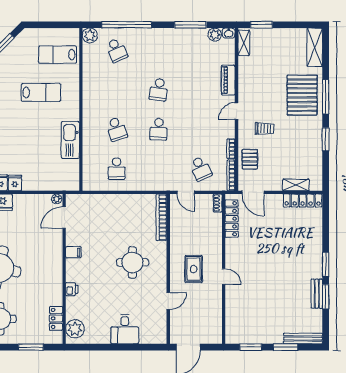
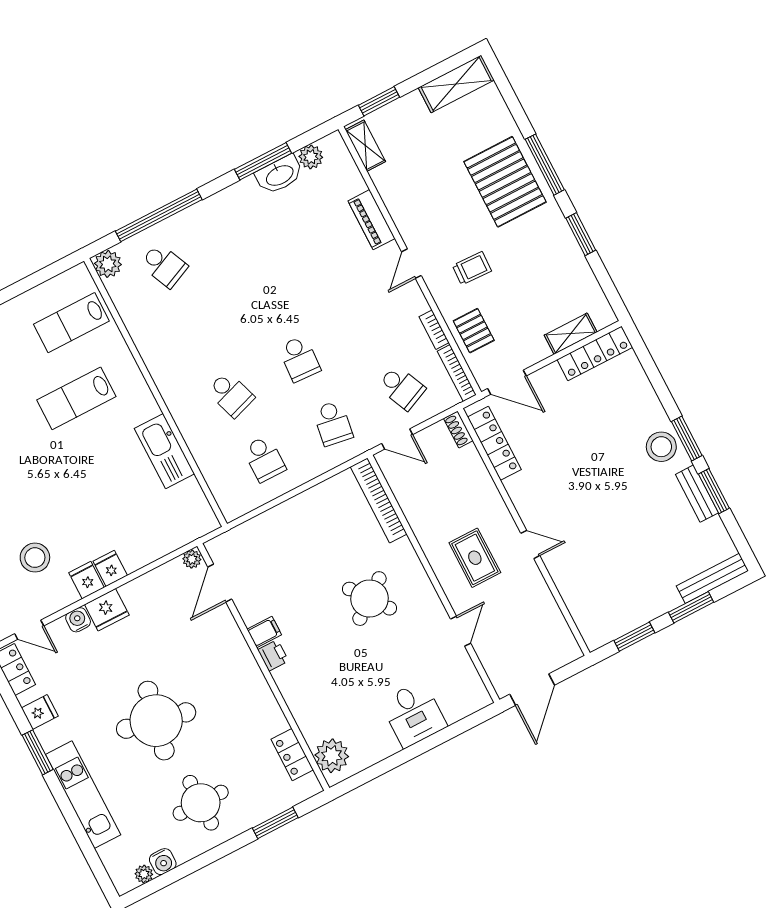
washbasin: (229, 33) -> (279, 175), moved, width x1.91, depth x1.45
shelving: (315, 47) -> (456, 84), moved, turned 90
school desk: (159, 90) -> (333, 423), moved
lab bench: (41, 92) -> (76, 398), turned 180
round table: (132, 262) -> (369, 599), turned -37
stool: (311, 262) -> (661, 447), added
printer: (72, 289) -> (273, 655), moved

